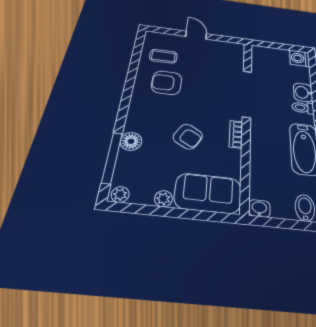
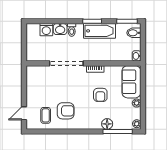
door: (196, 35) -> (24, 113), moved
washing machine: (299, 58) -> (46, 30), moved
armchair: (167, 83) -> (66, 111), turned -90
armchair: (188, 137) -> (100, 95), turned 150

